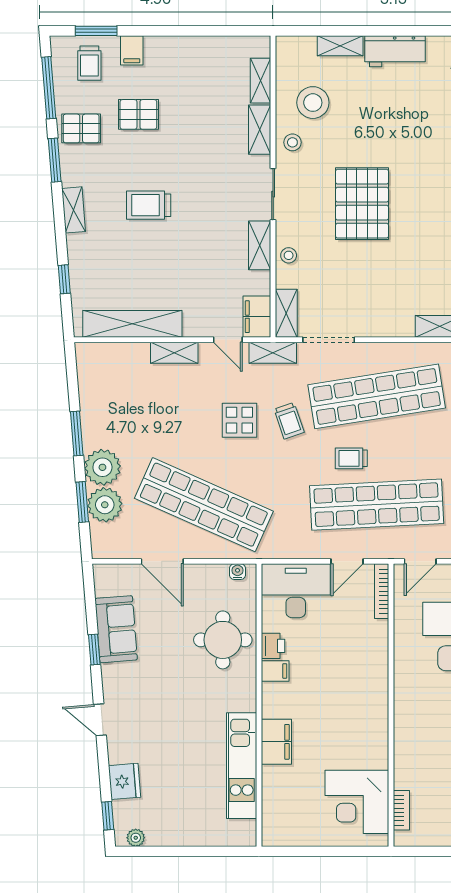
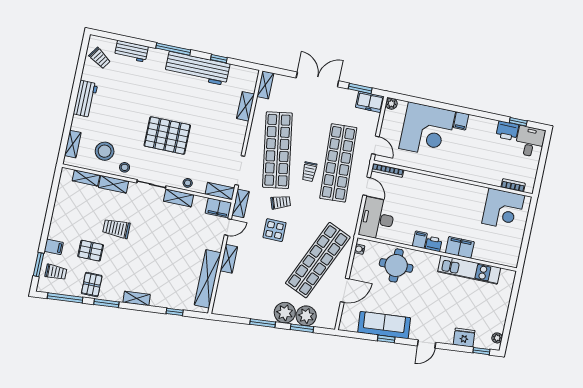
shelving: (340, 46) -> (73, 144), moved
pallet: (138, 114) -> (91, 251), turned 90
trolley: (149, 205) -> (116, 228), moved, turned 90
sofa: (116, 629) -> (384, 325), width x1.36
printer: (273, 646) -> (434, 244), moved

